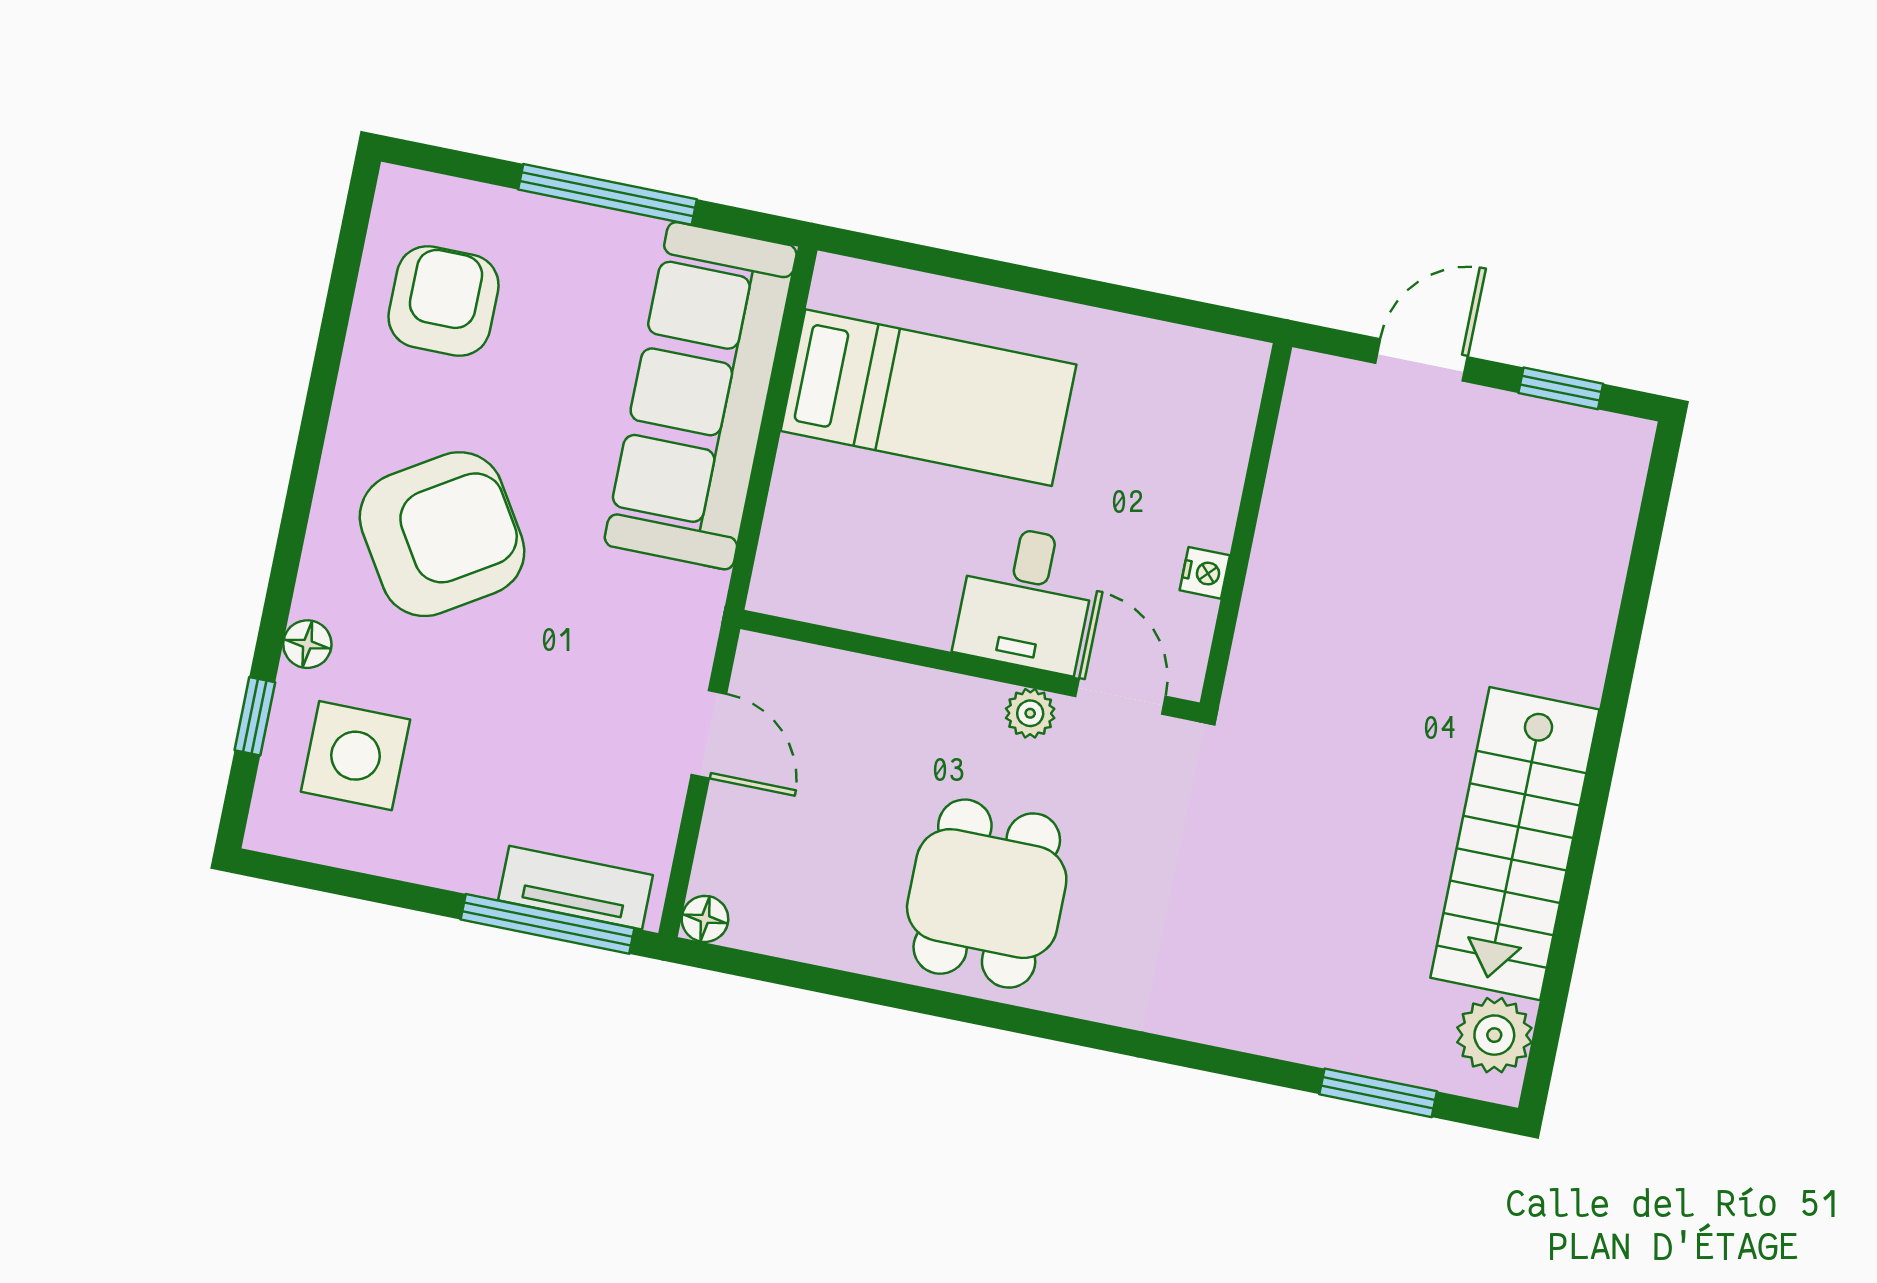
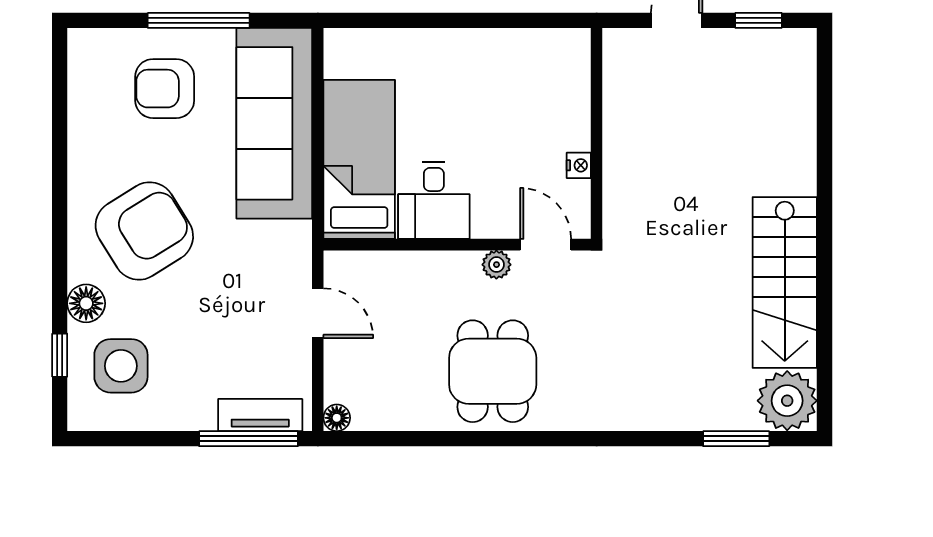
armchair: (443, 301) -> (165, 89), moved, turned -90
bed: (928, 398) -> (359, 159), moved, turned -90
desk: (1026, 599) -> (434, 200), moved
floor lamp: (307, 644) -> (86, 303), width x1.37, depth x1.37
plant: (1494, 1035) -> (787, 401), width x1.36, depth x1.36

